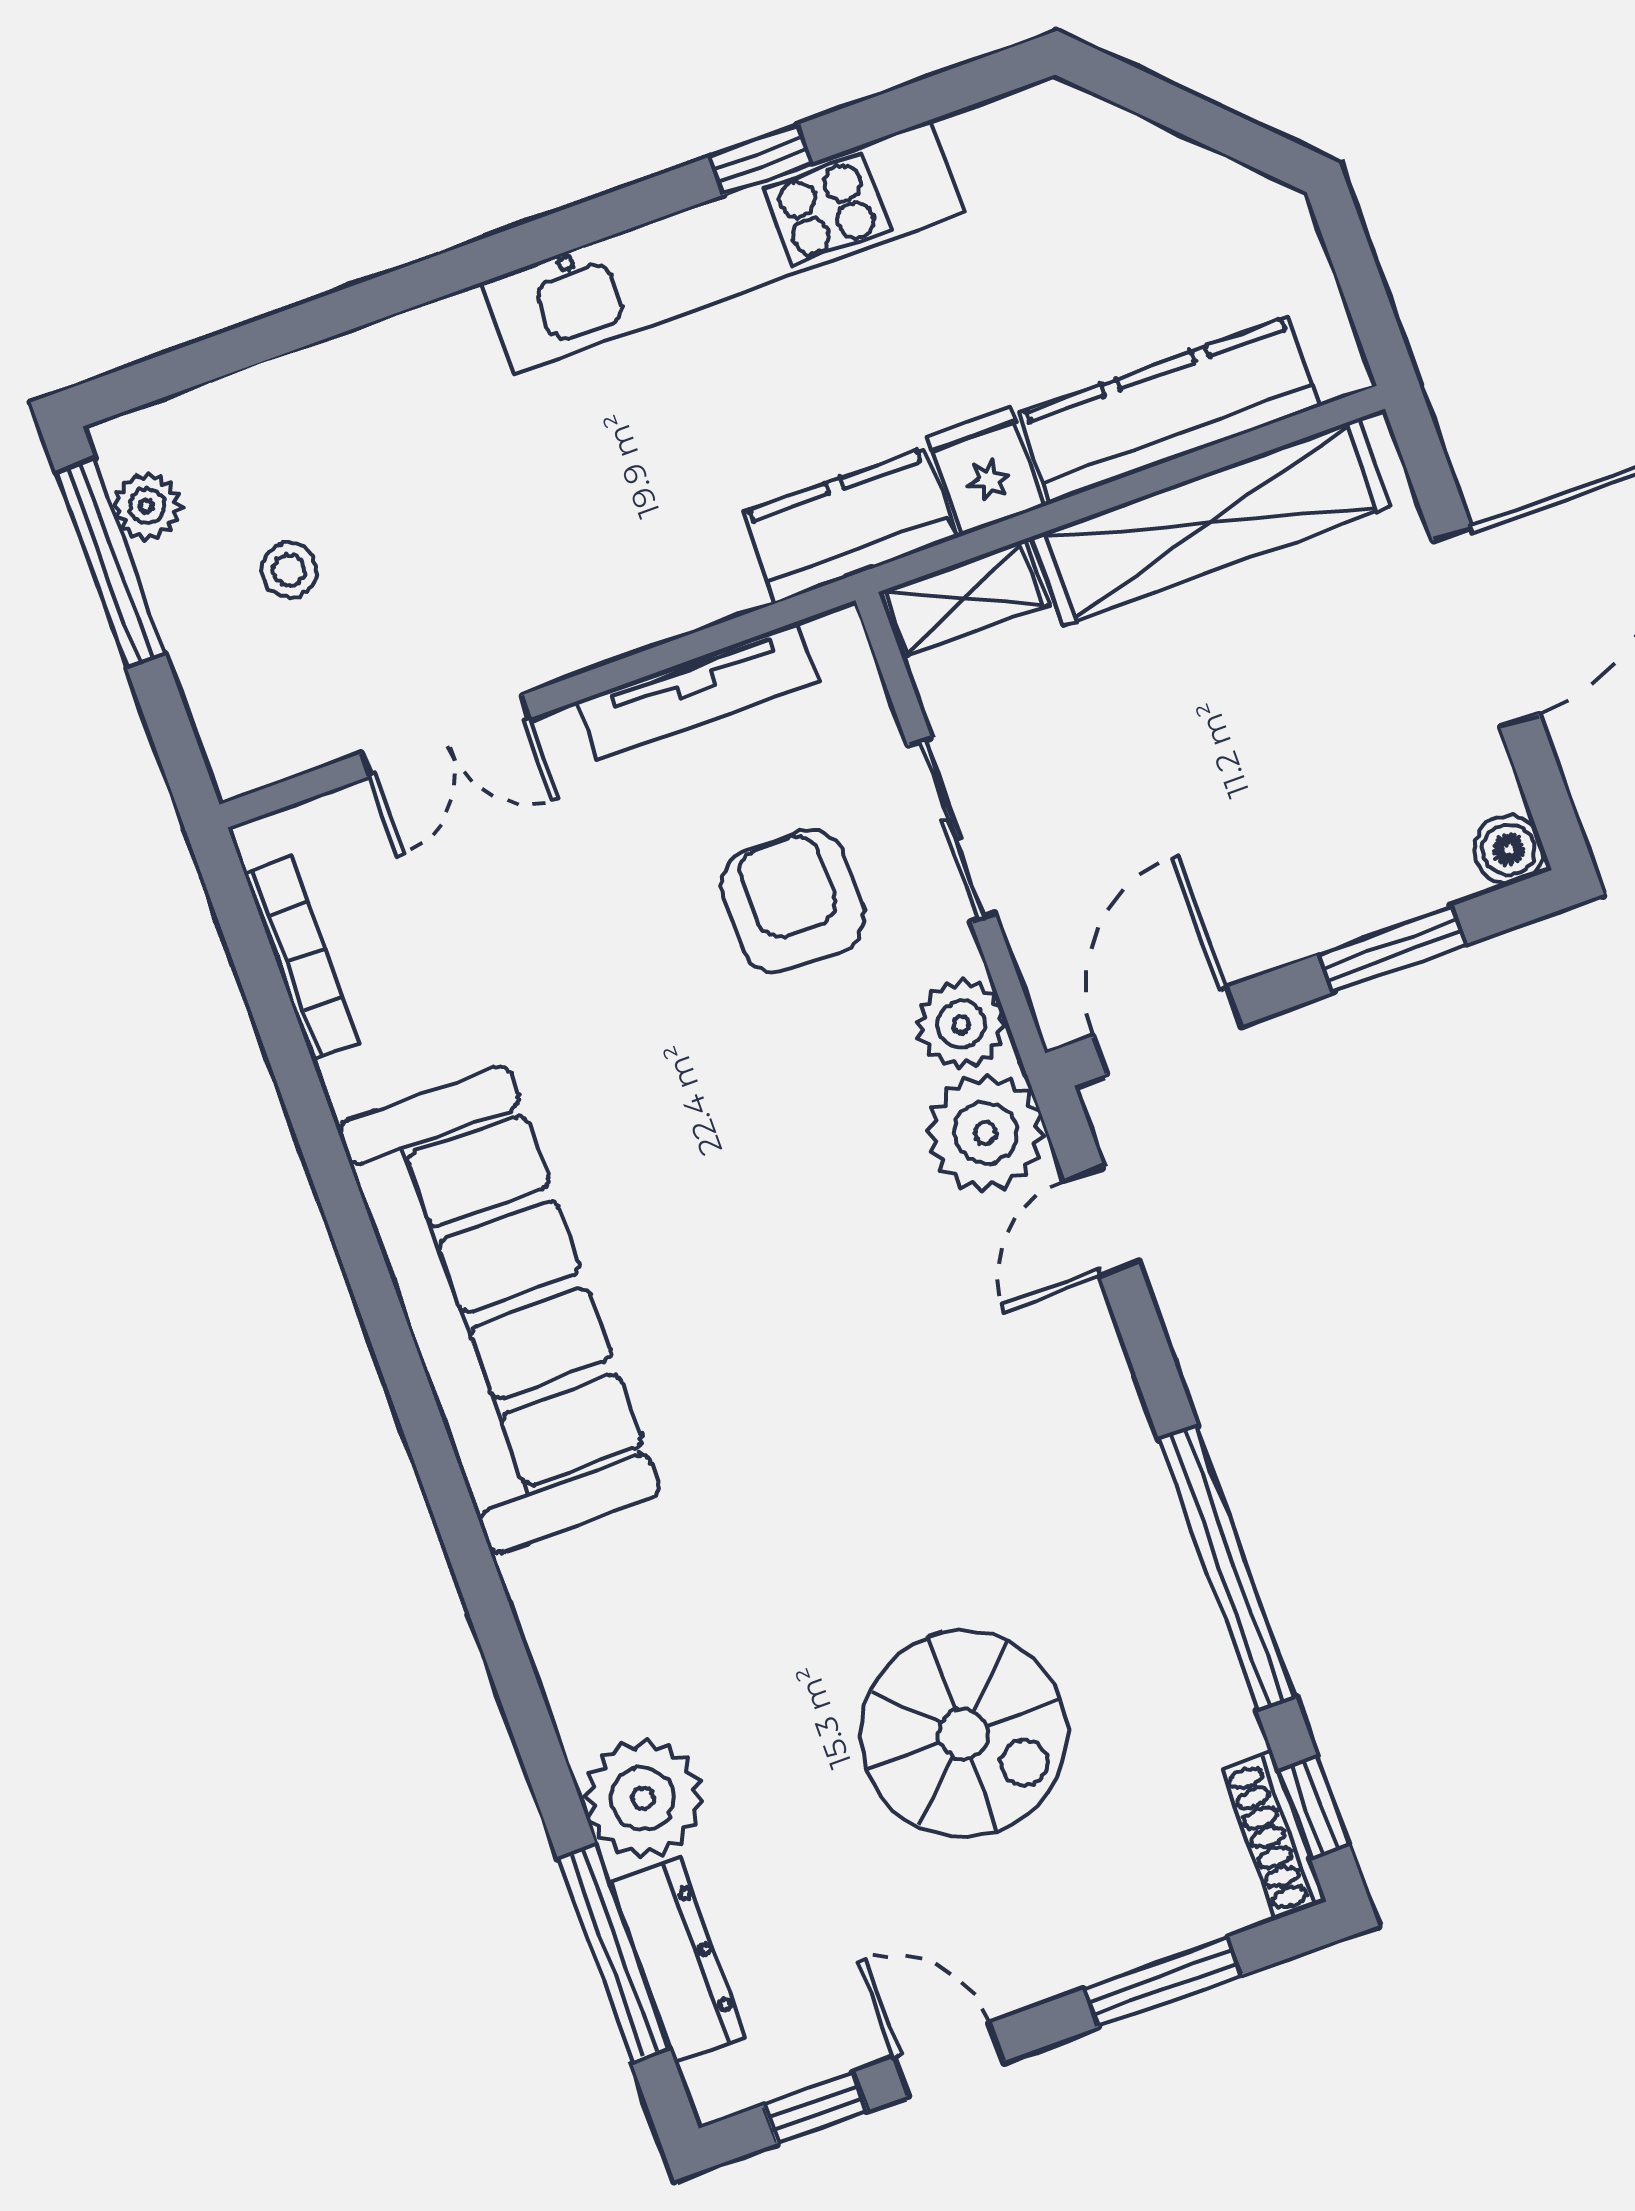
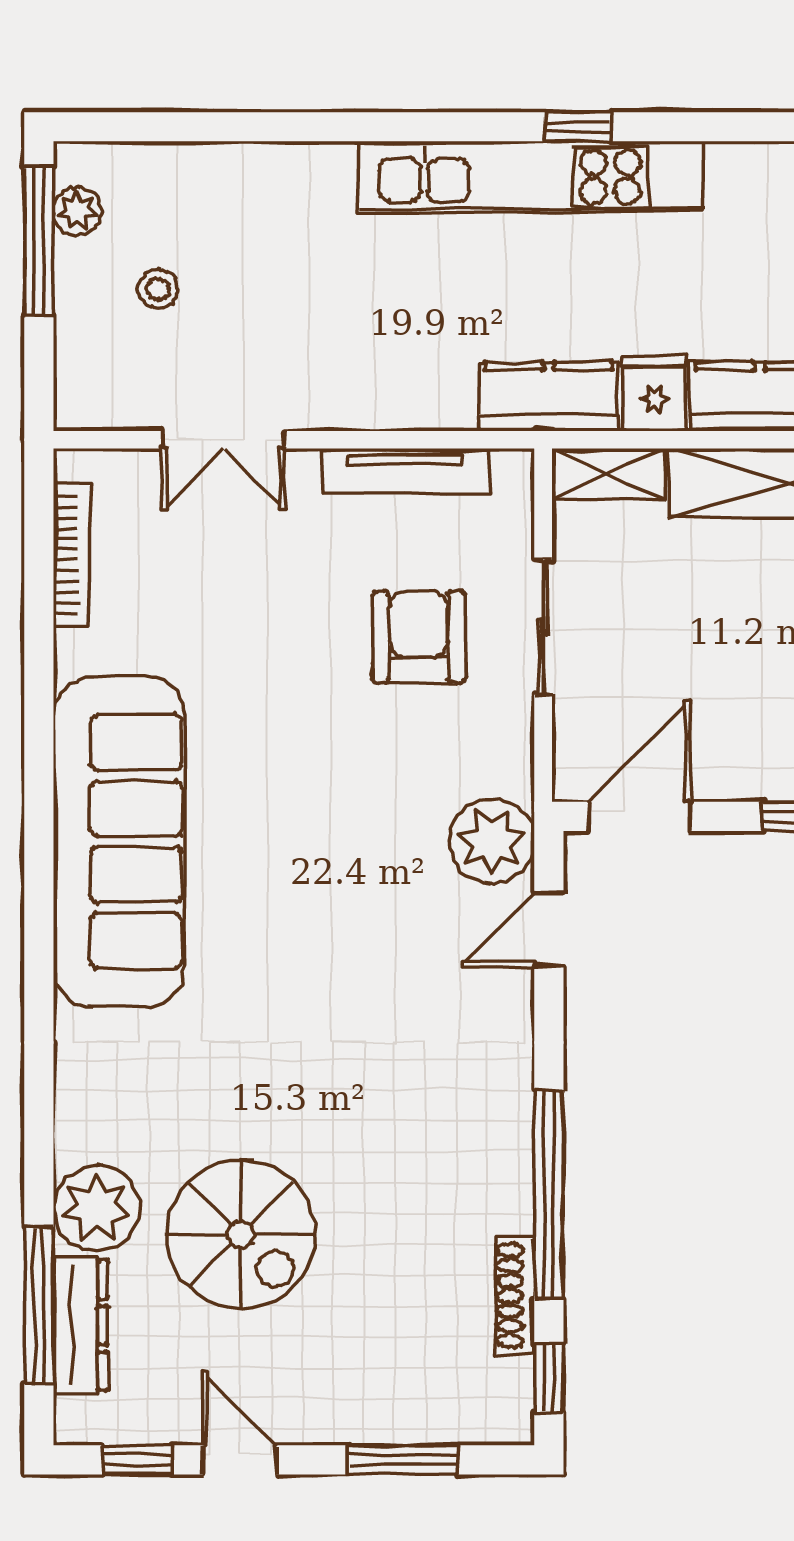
plant: (961, 1024) -> (502, 761), removed
spiral stairs: (963, 1734) -> (241, 1235), moved
shoe rack: (1274, 1835) -> (515, 1296), moved

